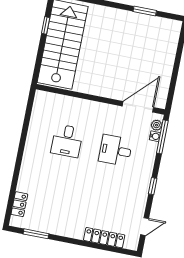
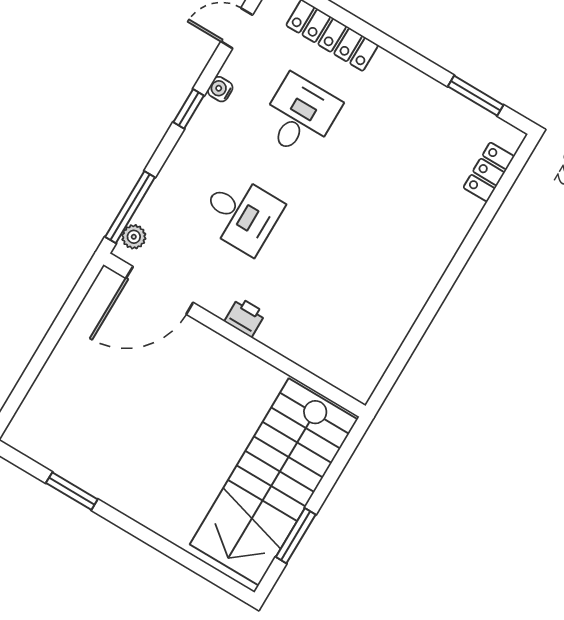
window: (46, 25) -> (296, 536), width x1.50
printer: (99, 108) -> (245, 317), added
water cooler: (155, 136) -> (220, 89), moved
desk: (67, 141) -> (300, 116), moved

